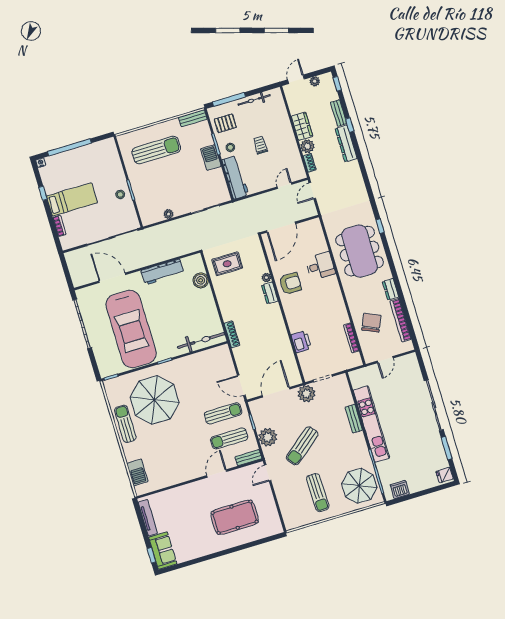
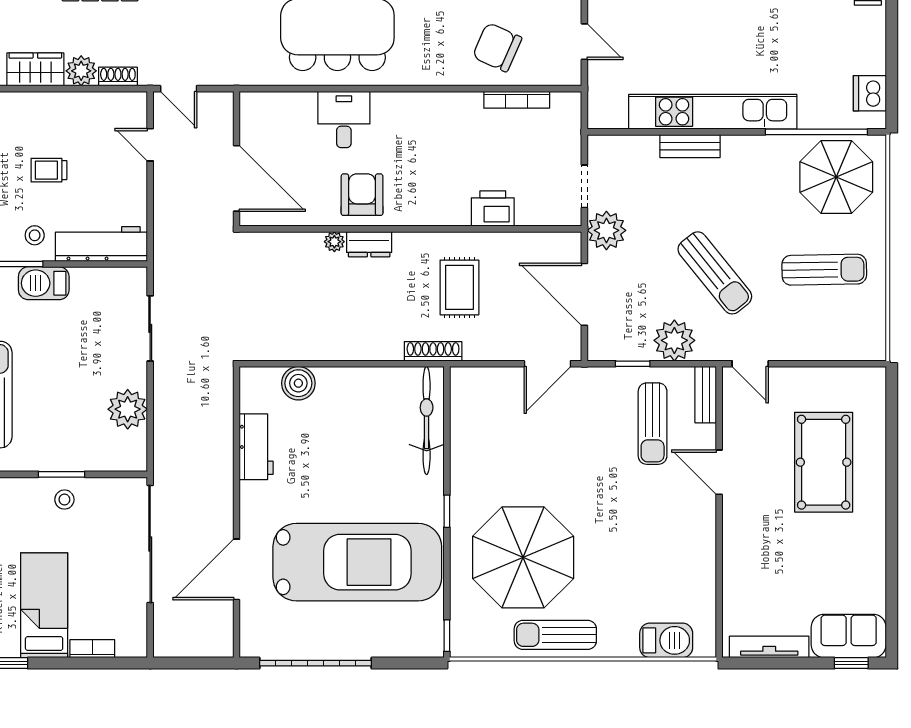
plant: (169, 214) -> (128, 409), width x1.88, depth x1.88
rug: (227, 264) -> (459, 287), moved
workbench: (162, 272) -> (256, 447), width x0.73
sun lounger: (223, 413) -> (595, 420), removed

